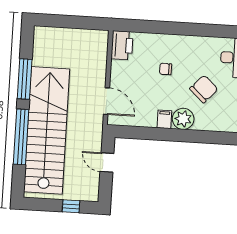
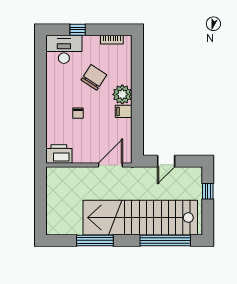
chair: (204, 89) -> (94, 77), turned 80
window: (21, 137) -> (165, 240), moved

